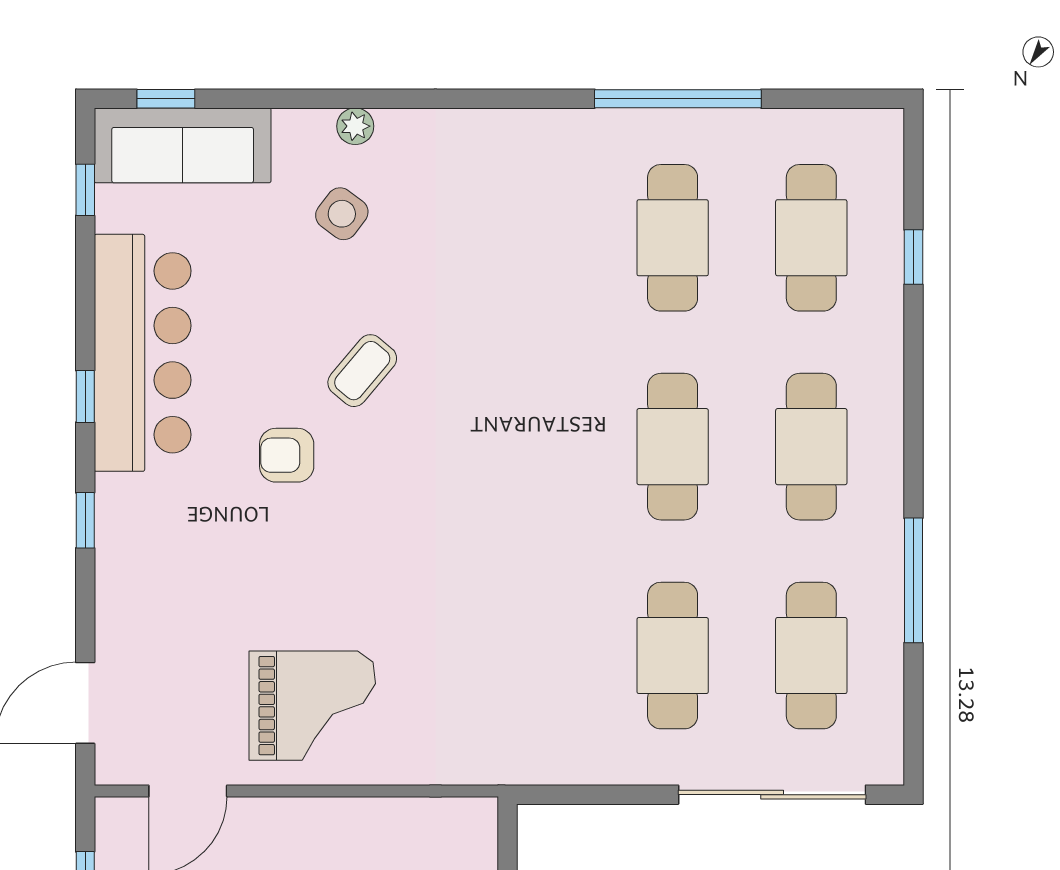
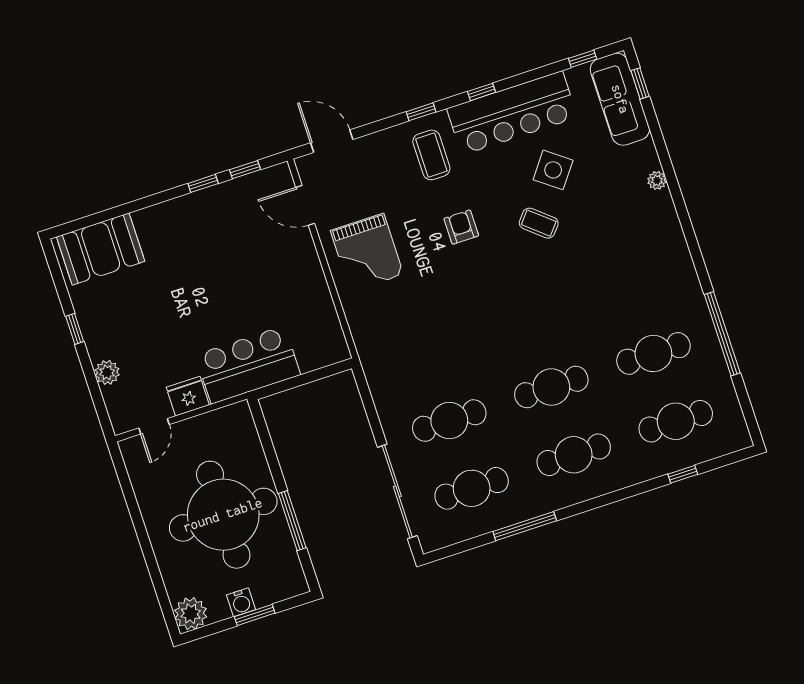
side table: (342, 214) -> (553, 170), moved, width x1.37, depth x1.37
armchair: (287, 455) -> (461, 227), moved
coffee table: (171, 527) -> (431, 155), added

